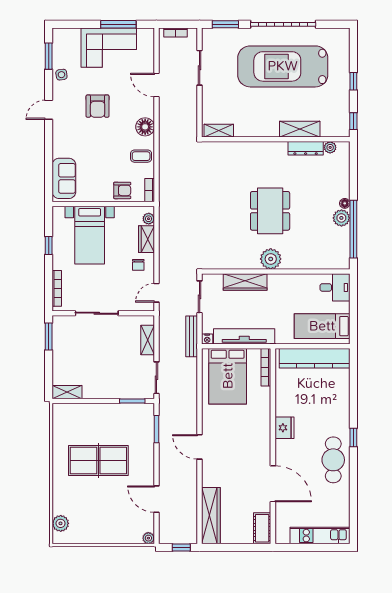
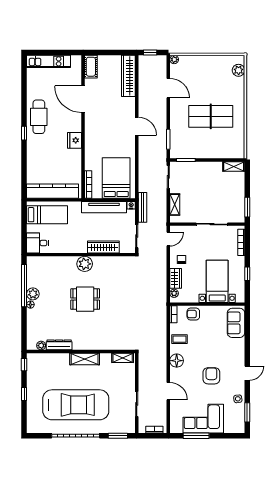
shelving: (300, 129) -> (85, 359), moved
dining table: (270, 211) -> (85, 299), width x0.73

